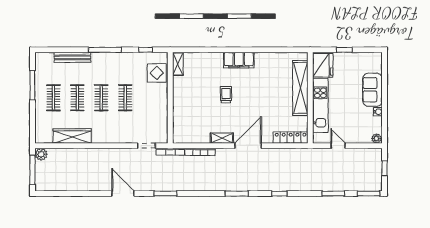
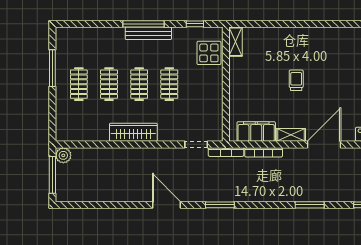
bench: (72, 57) -> (148, 33), moved
filing cabinet: (239, 60) -> (256, 132), moved, turned 180
wardrobe: (72, 136) -> (133, 132), moved

